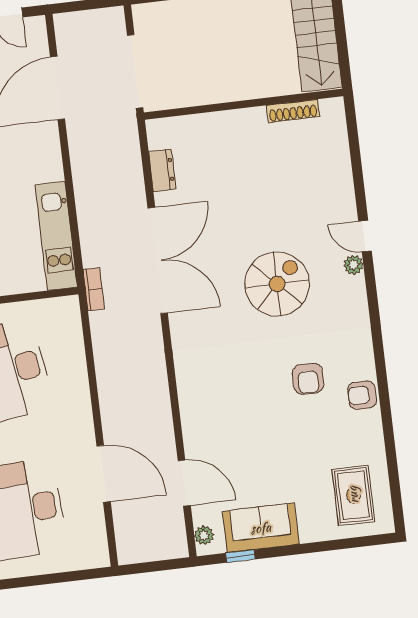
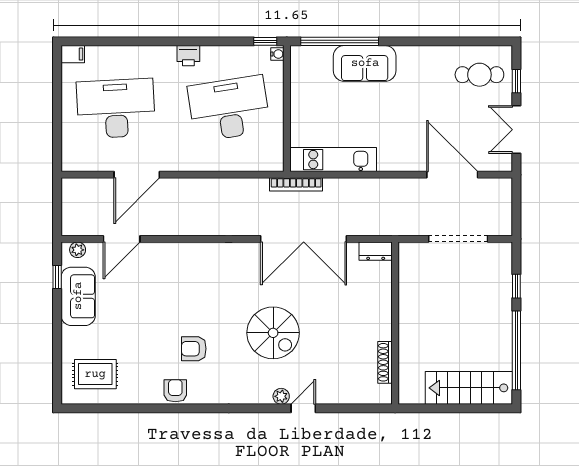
wall: (244, 104) -> (395, 323), moved
shoe rack: (293, 111) -> (385, 362), moved
bookcase: (94, 289) -> (296, 184), width x1.56

